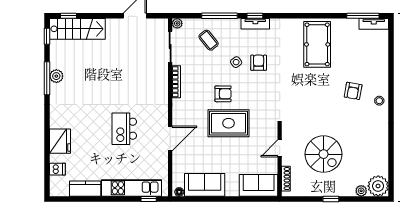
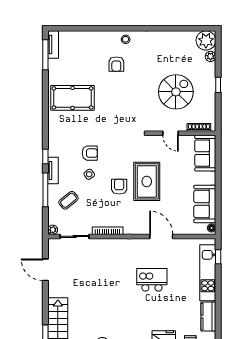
tv unit: (255, 24) -> (53, 171), moved
armchair: (259, 63) -> (90, 153), turned 180
armchair: (353, 91) -> (116, 64), turned 80
kitchen island: (124, 129) -> (152, 280), turned 180

